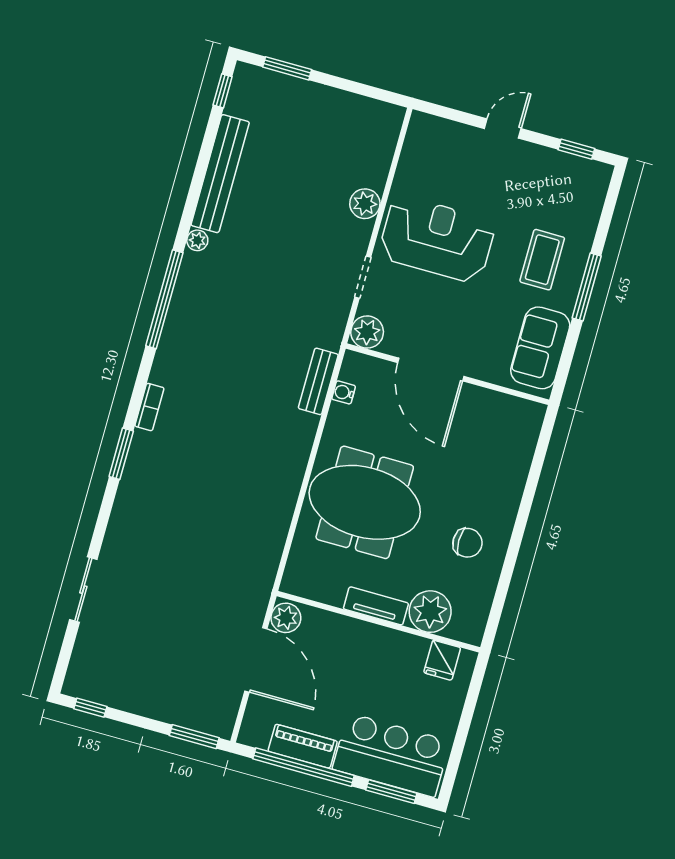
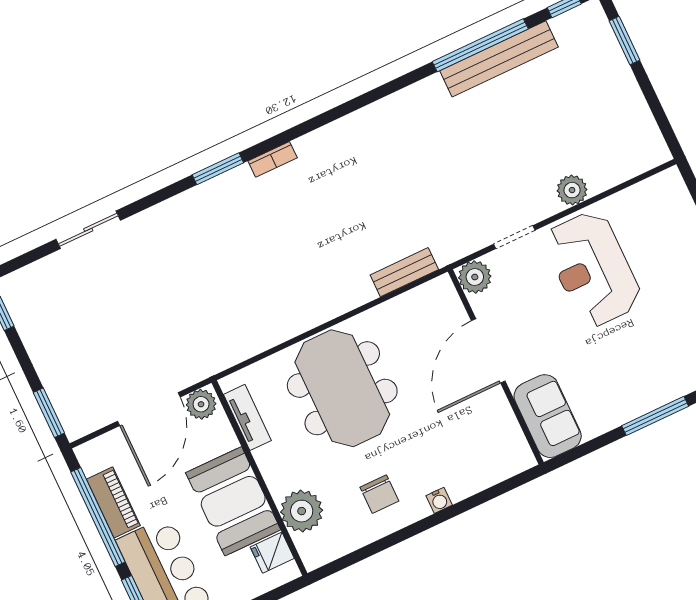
reception desk: (437, 239) -> (593, 269), turned 180
plant: (197, 240) -> (433, 86), removed
coffee table: (542, 260) -> (647, 364), removed
window: (164, 299) -> (480, 45), moved
sofa: (540, 348) -> (548, 416), moved, turned 90
water cooler: (344, 392) -> (439, 500), moved, turned 180
tv unit: (376, 606) -> (247, 417), moved
booth: (379, 656) -> (233, 501), added

